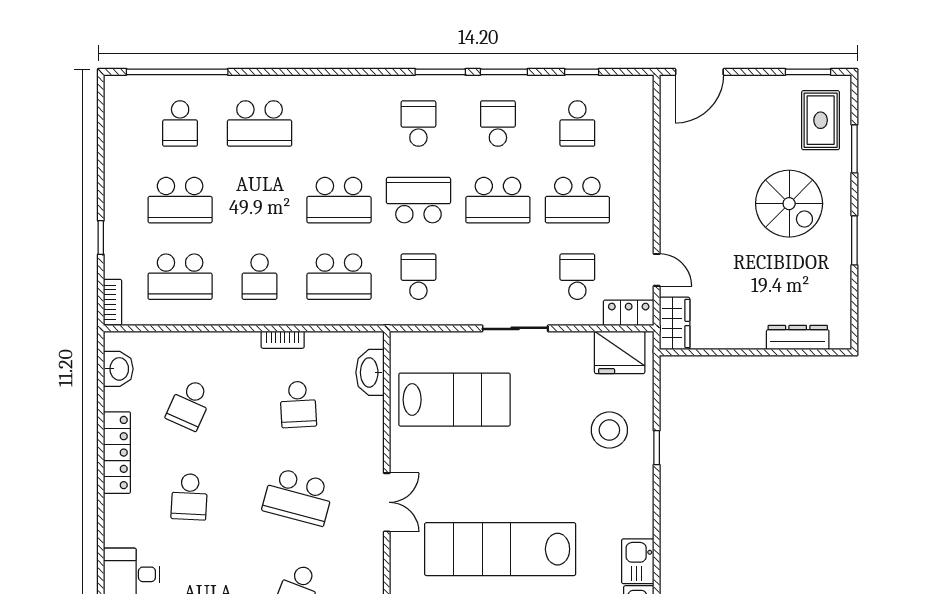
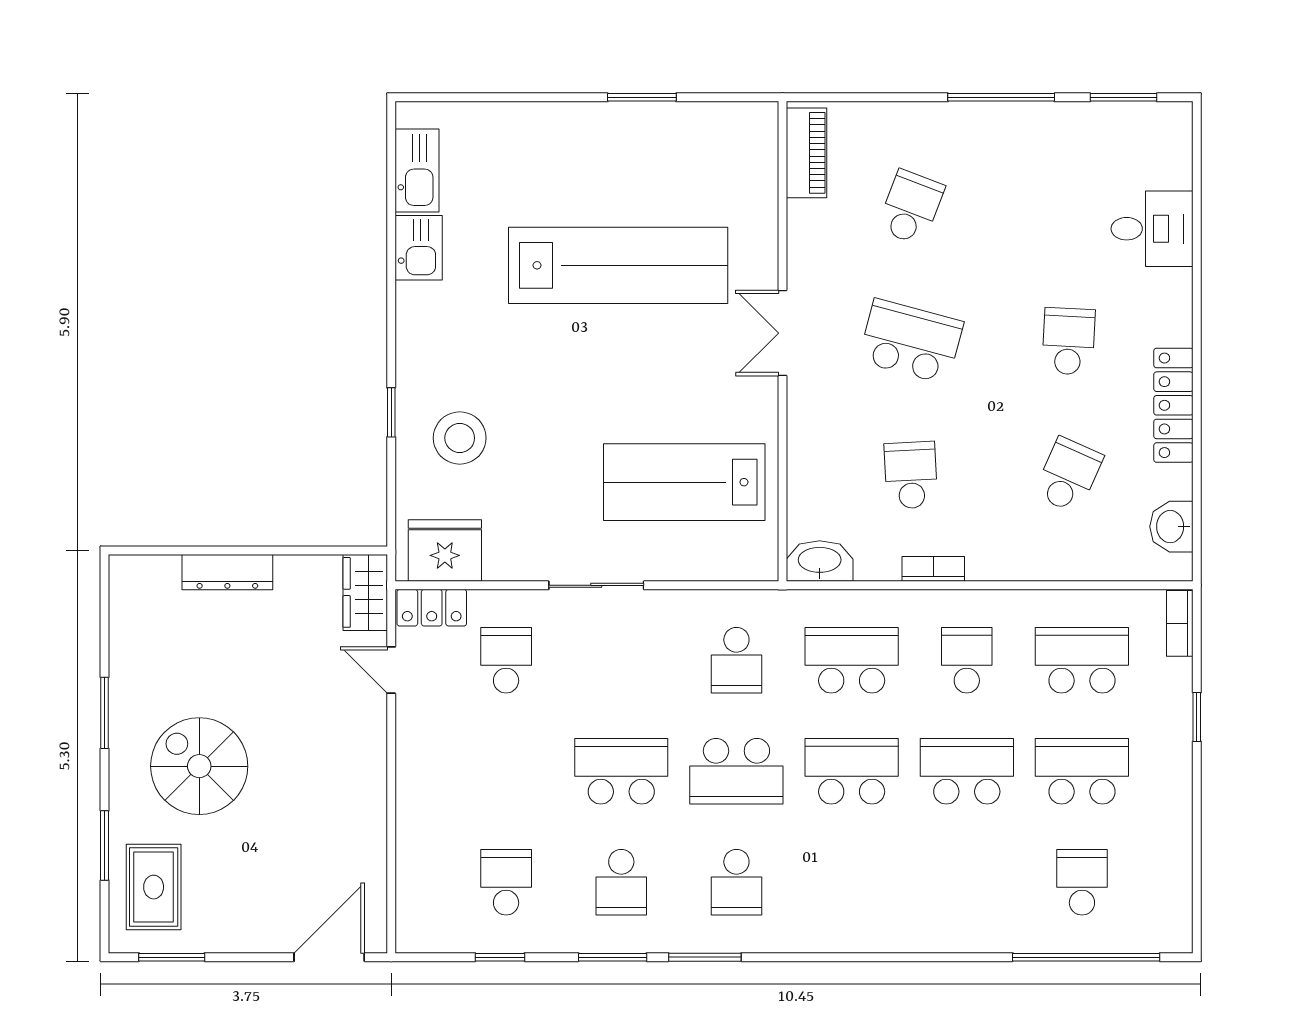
school desk: (260, 124) -> (967, 771), moved
school desk: (577, 200) -> (506, 771), removed
school desk: (577, 277) -> (506, 660), turned 180
dresser: (798, 338) -> (227, 572), moved
washbasin: (370, 372) -> (820, 561), moved, turned -90

